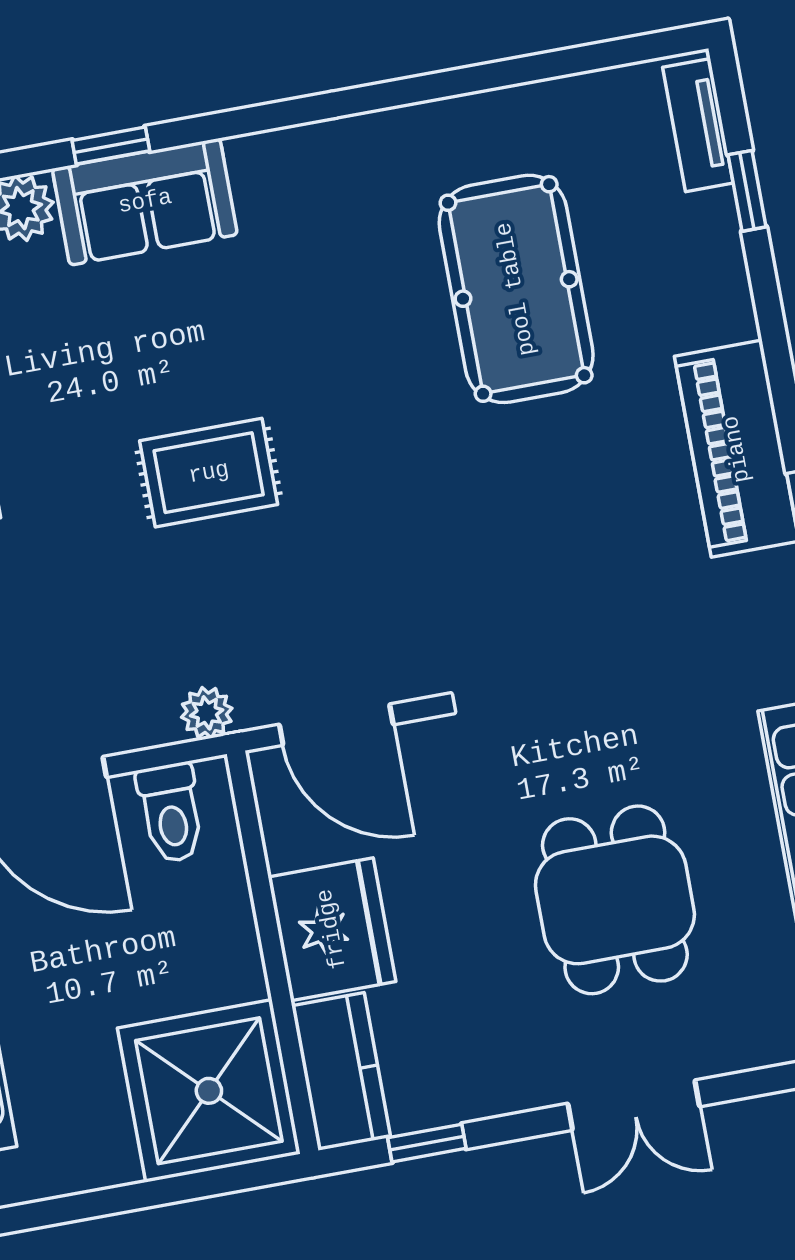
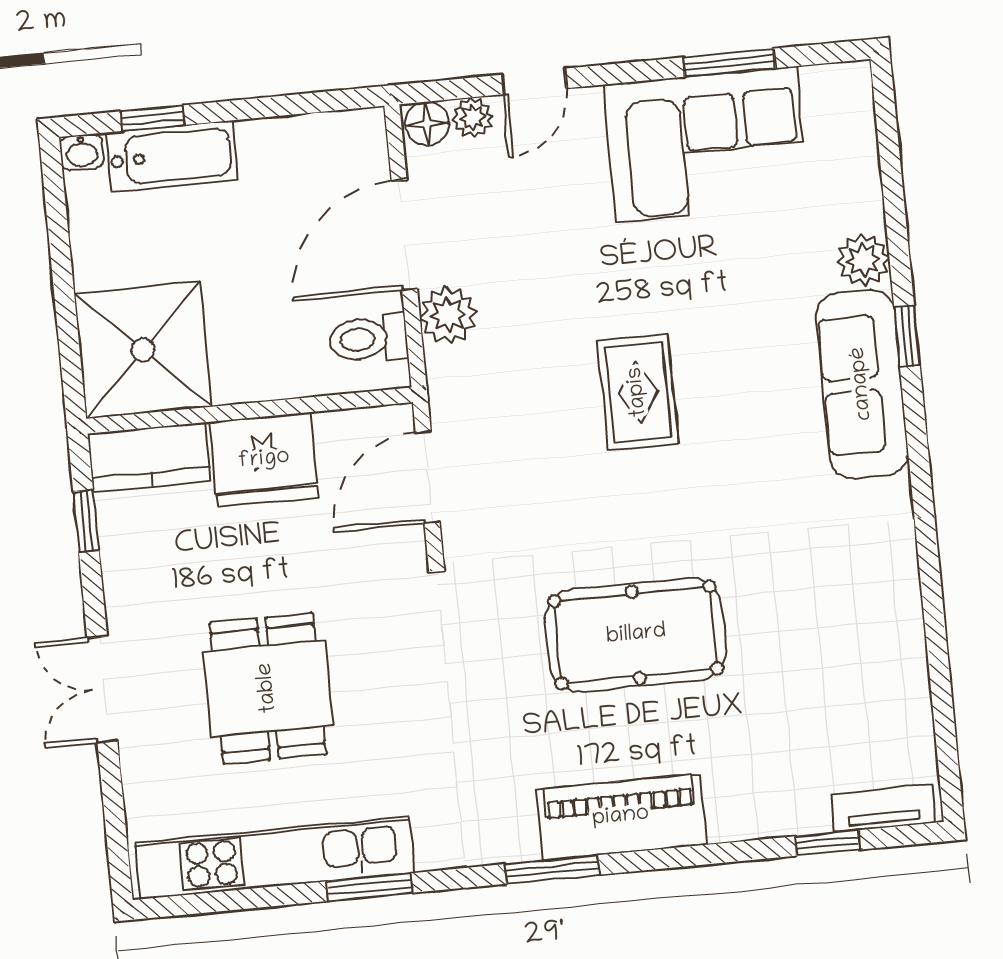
sofa: (145, 202) -> (862, 384), width x1.36
pool table: (516, 289) -> (636, 635), moved
plant: (207, 713) -> (448, 315), moved, width x1.38, depth x1.38
dining table: (615, 900) -> (268, 688), turned 90

